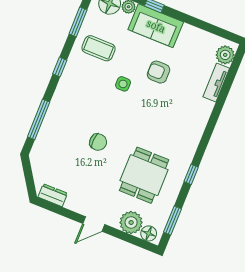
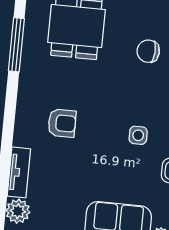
armchair: (159, 72) -> (62, 123), moved
window: (191, 174) -> (16, 45), width x2.17

